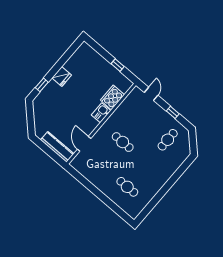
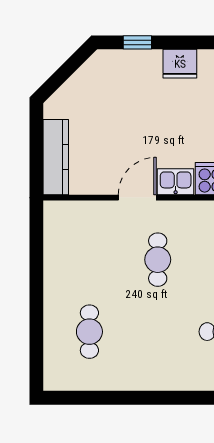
door: (84, 144) -> (137, 198), moved

